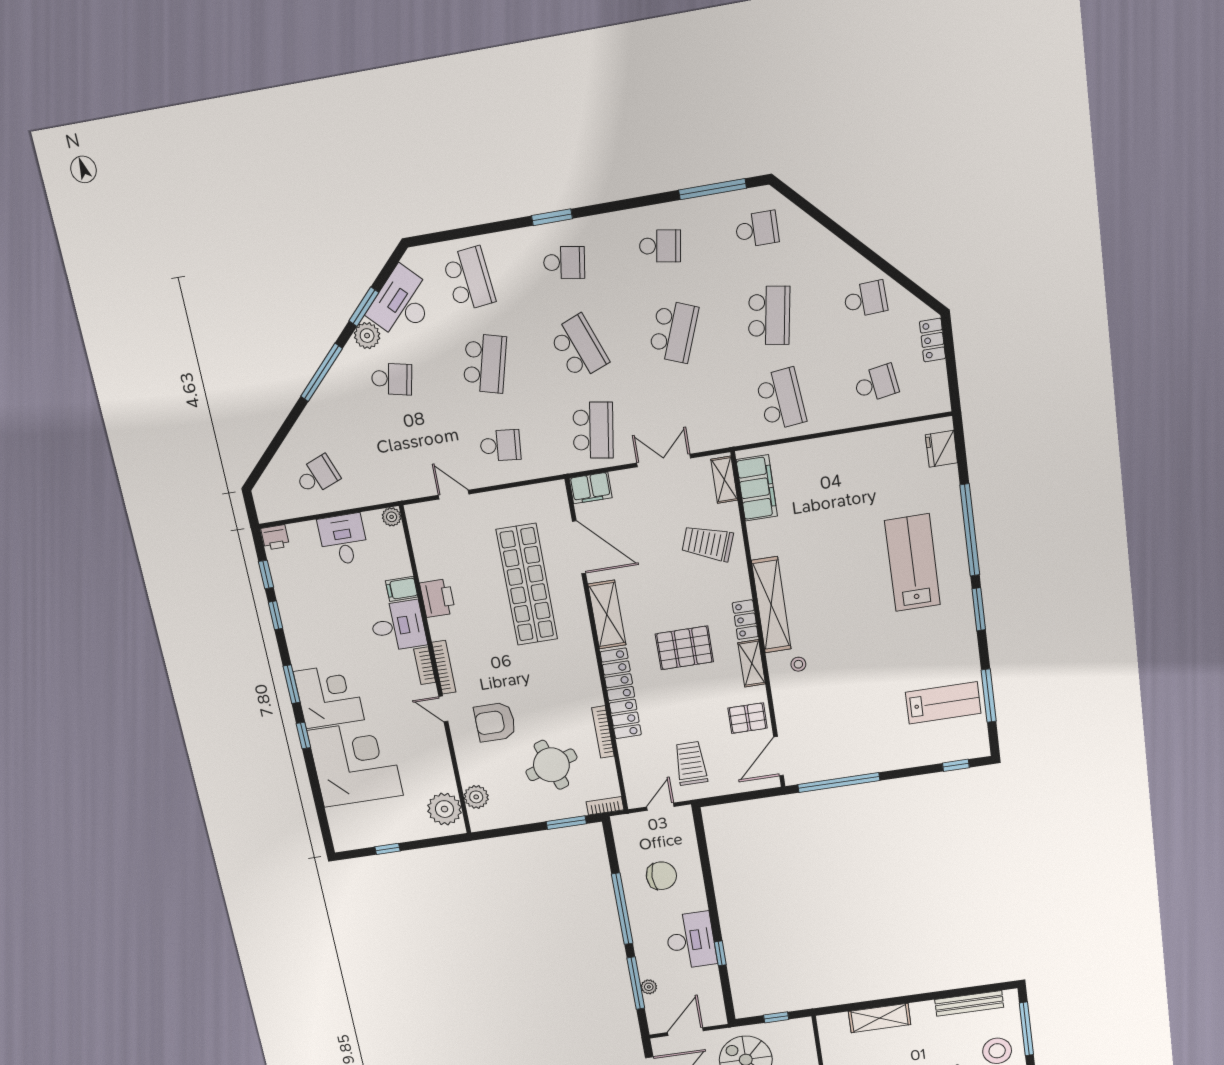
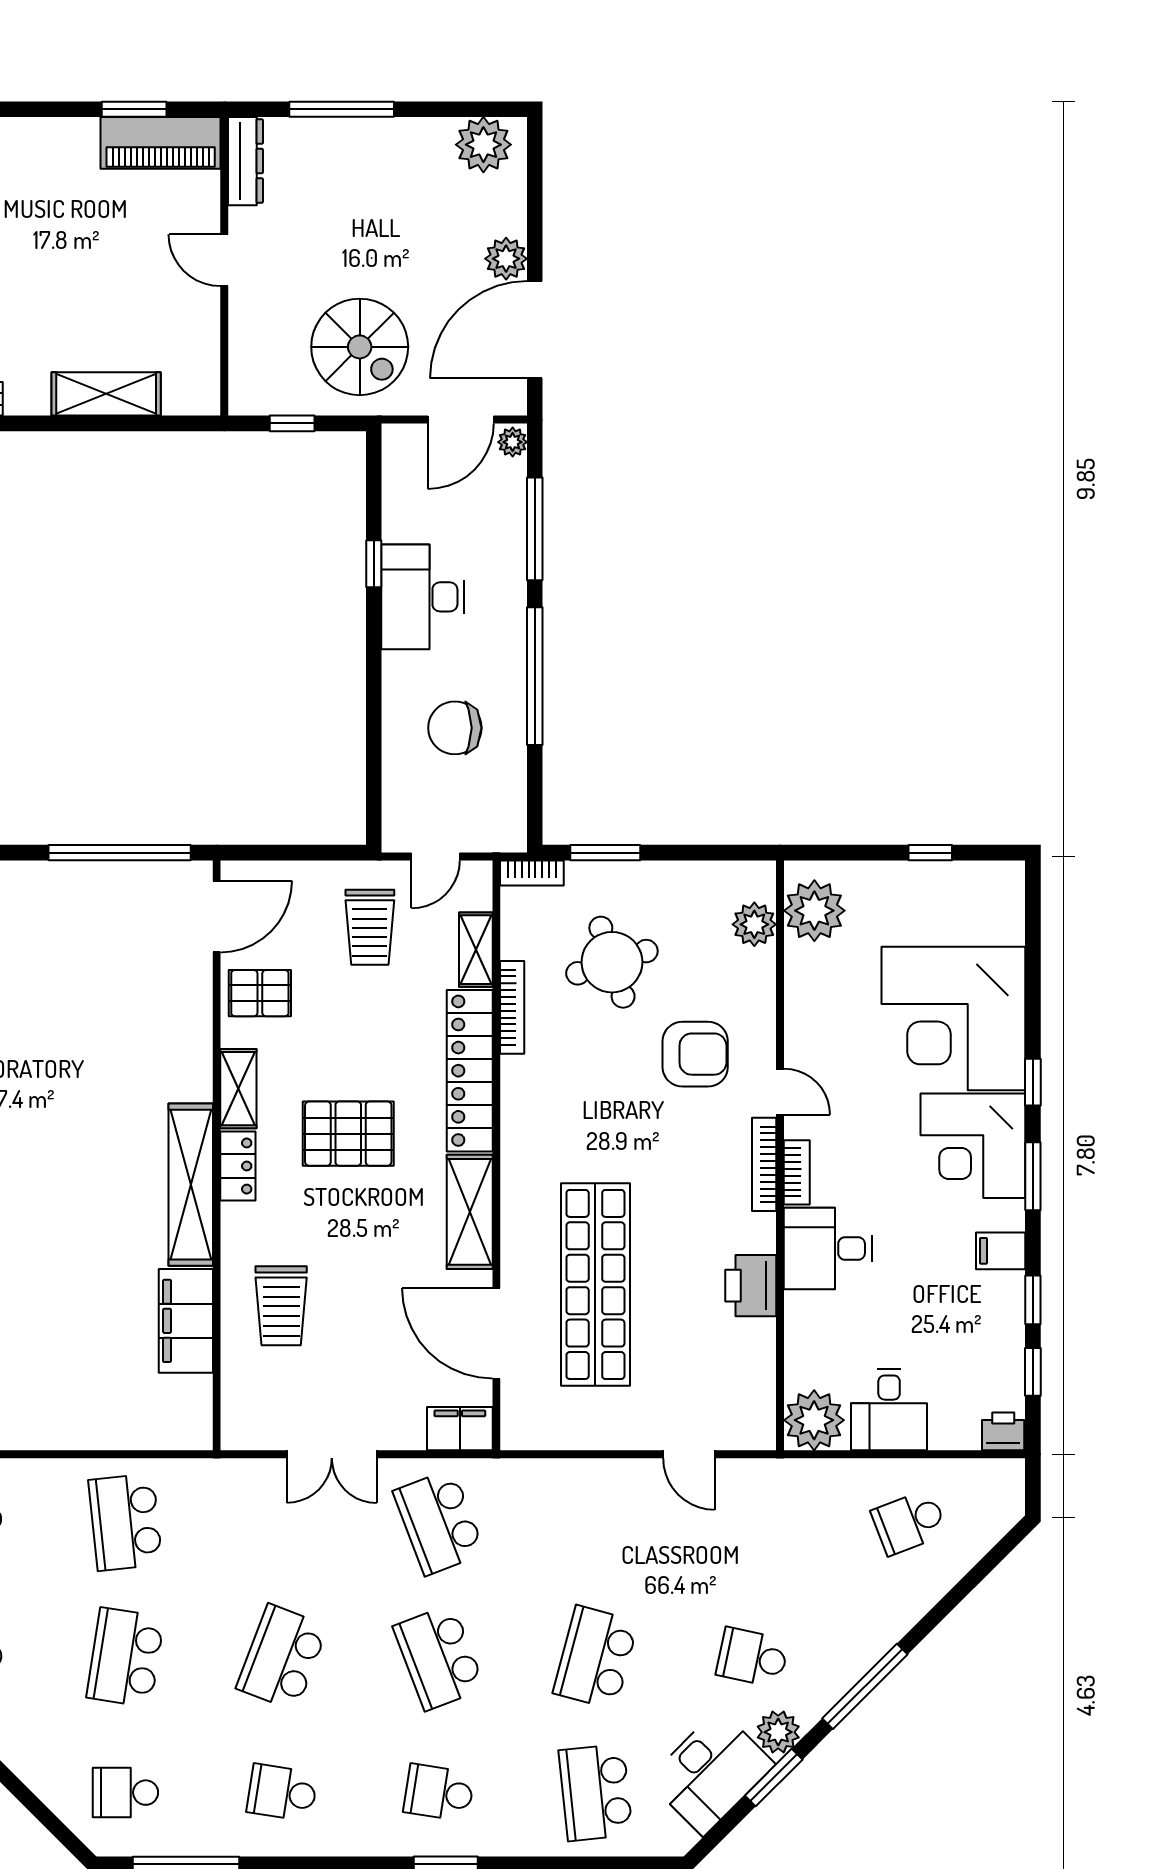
school desk: (593, 430) -> (439, 1522), turned -30
school desk: (500, 445) -> (596, 1522), removed
shelving: (724, 480) -> (476, 950), moved
filing cabinet: (757, 488) -> (186, 1321), moved
plant: (392, 517) -> (814, 1420), width x1.88, depth x1.88
trolley: (708, 543) -> (281, 1306), turned 70
filing cabinet: (402, 589) -> (1001, 1251), moved, turned 180
stool: (798, 664) -> (160, 1075), removed
plant: (649, 987) -> (513, 442), moved

